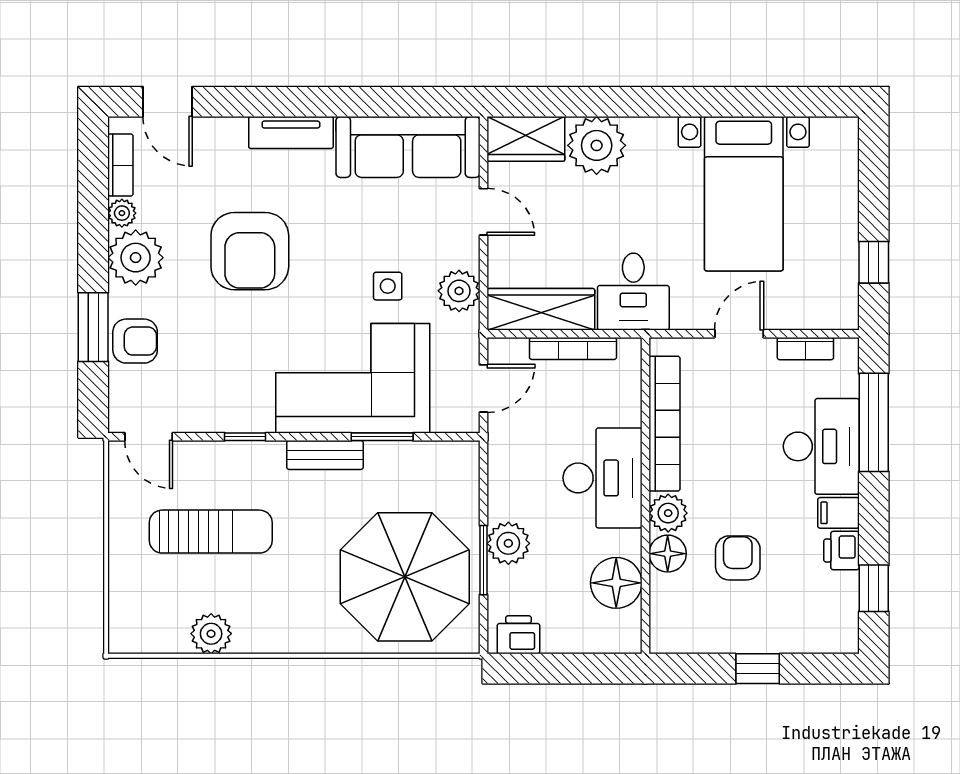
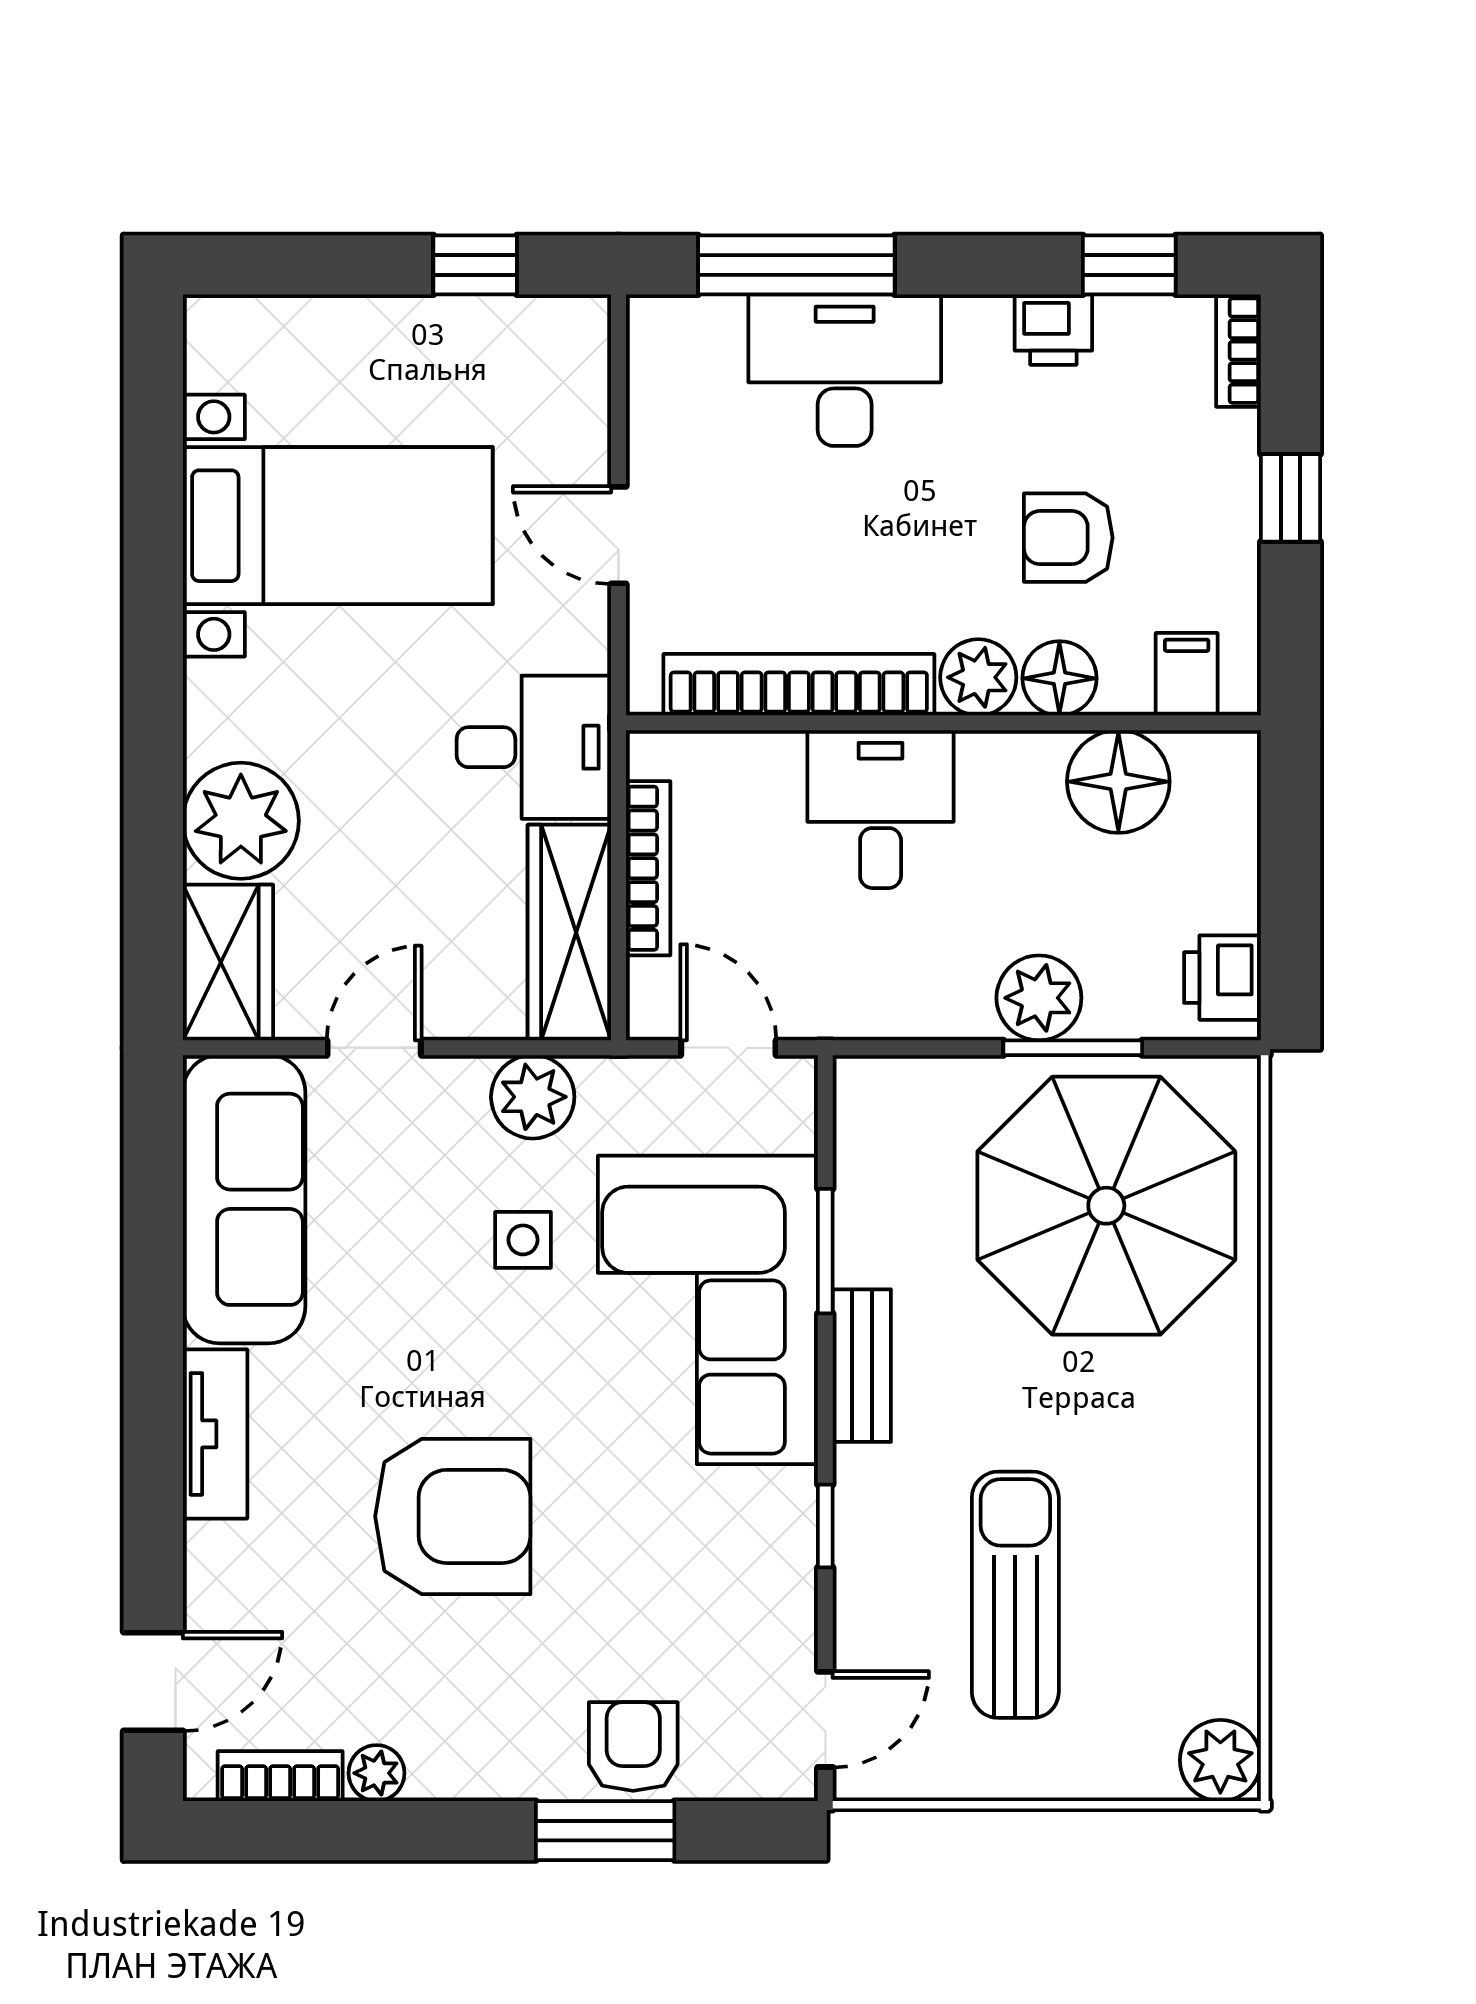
plant: (136, 258) -> (466, 1746), removed
bookcase: (805, 349) -> (1238, 351), moved, turned 180
desk: (602, 478) -> (881, 809), width x0.73
filing cabinet: (838, 513) -> (1187, 674), moved, turned 180
plant: (211, 634) -> (1220, 1760), moved

